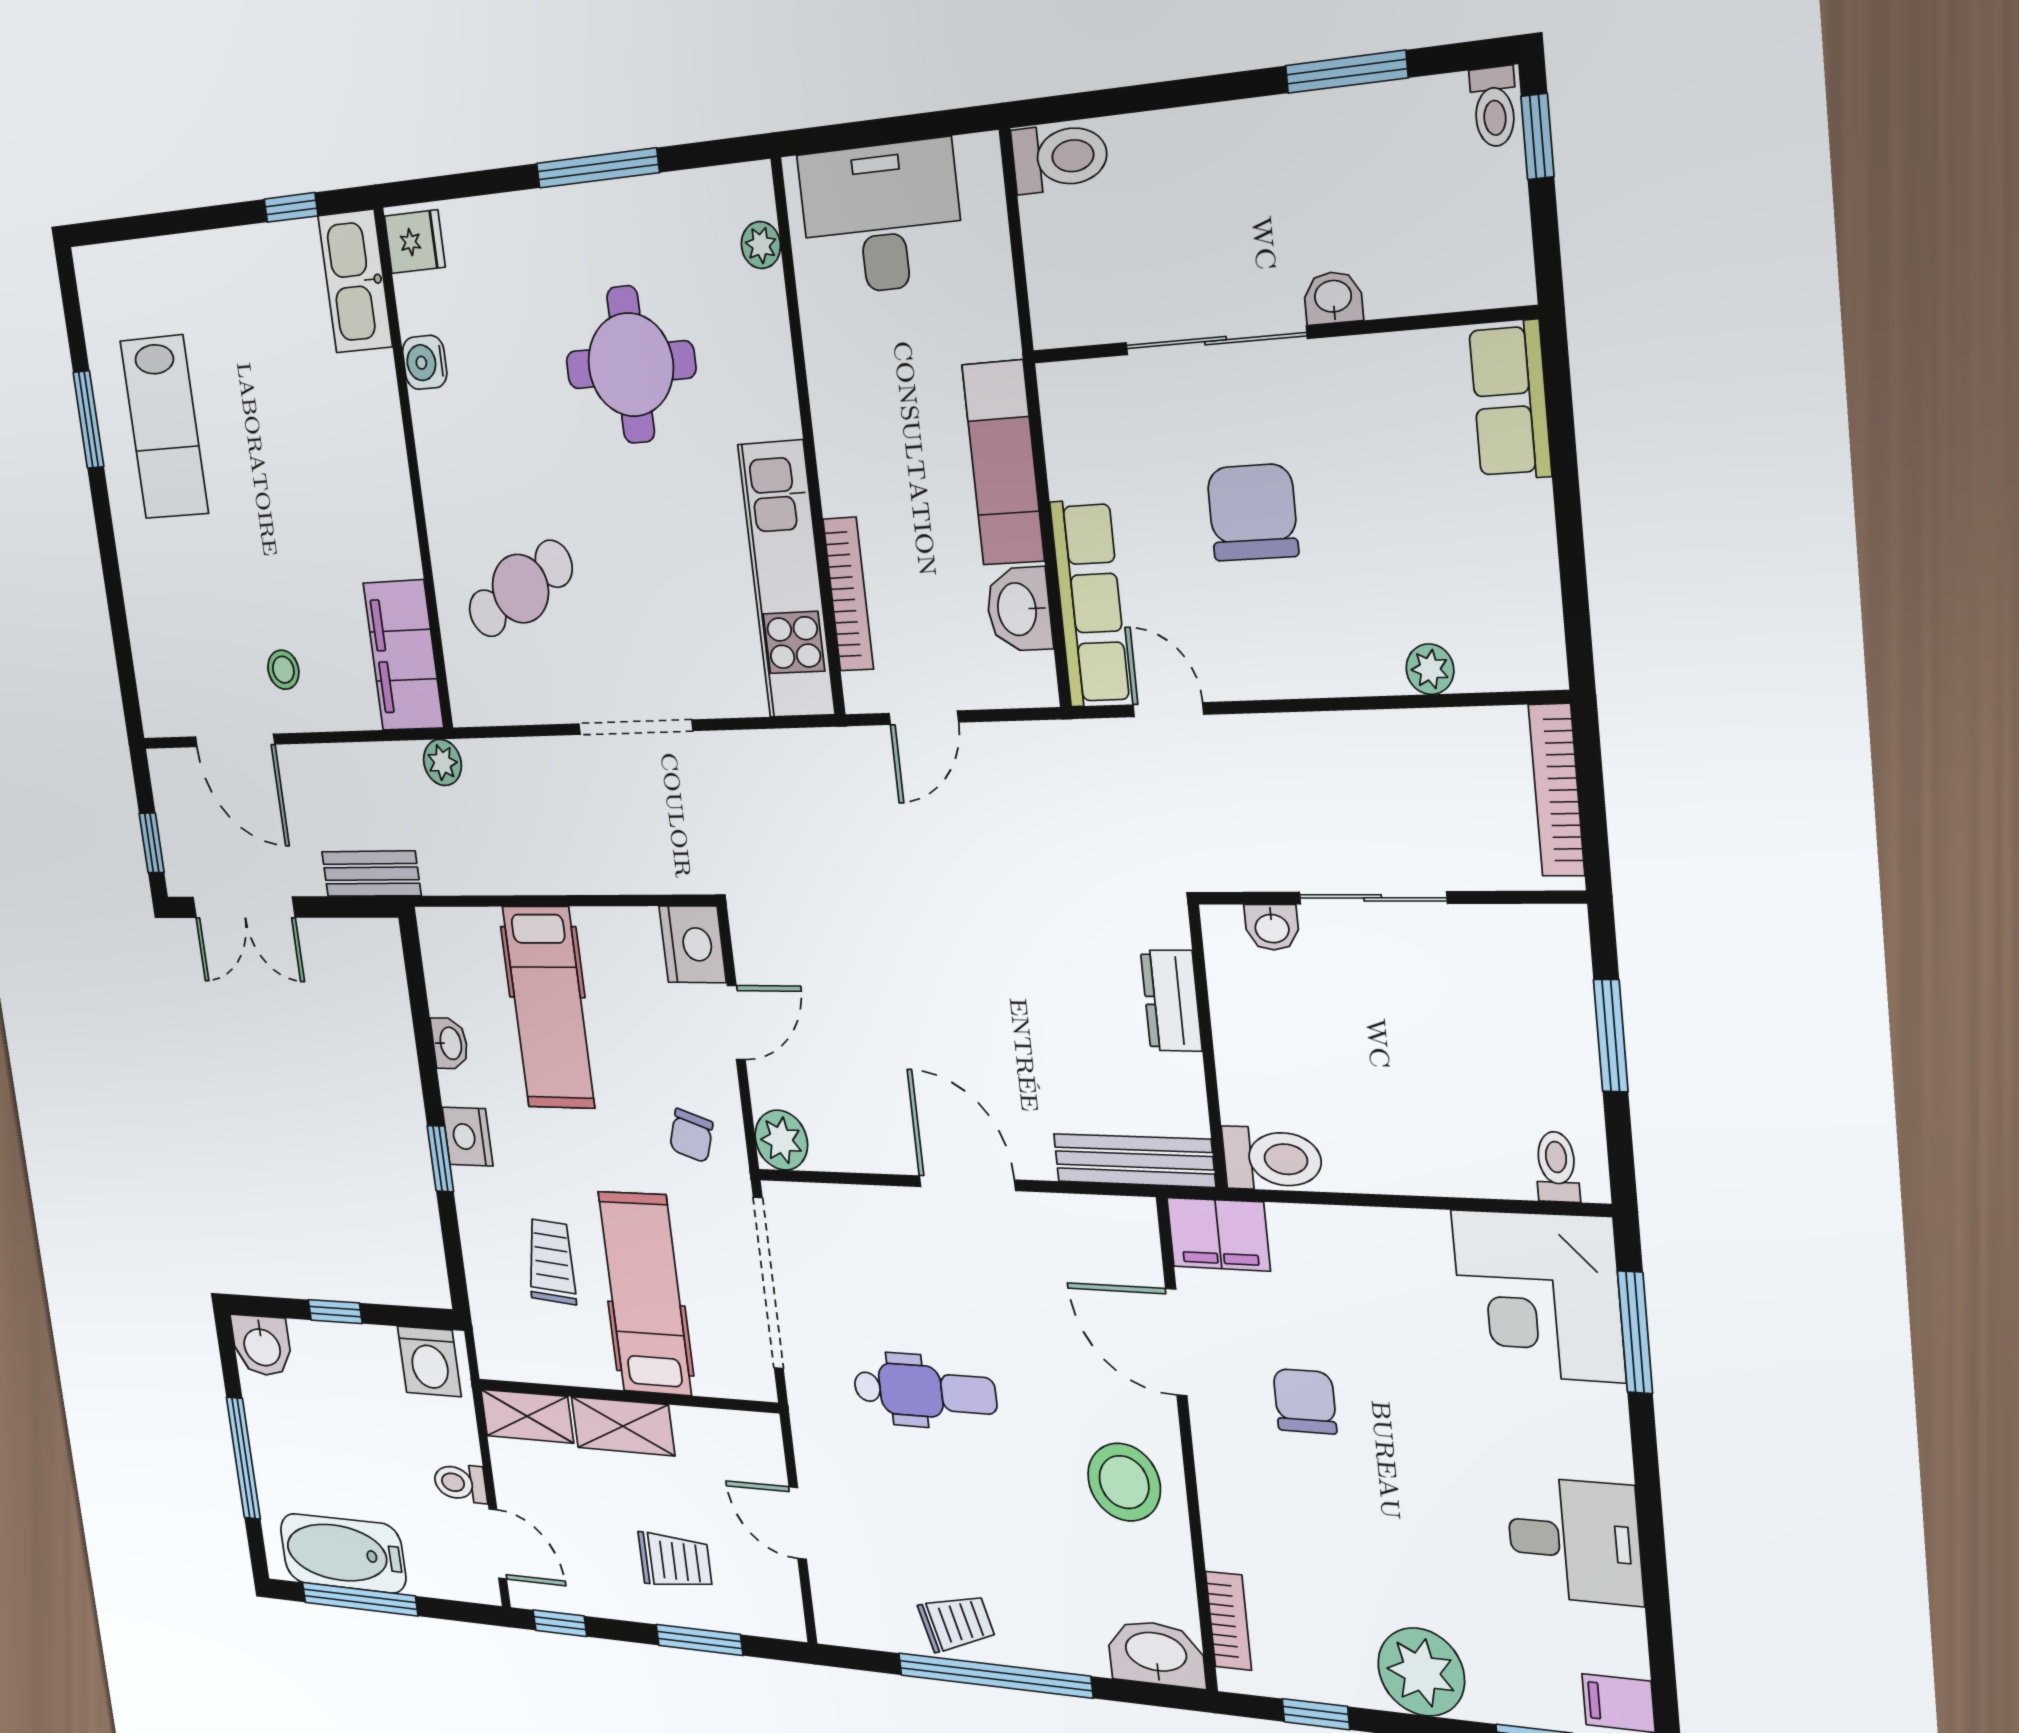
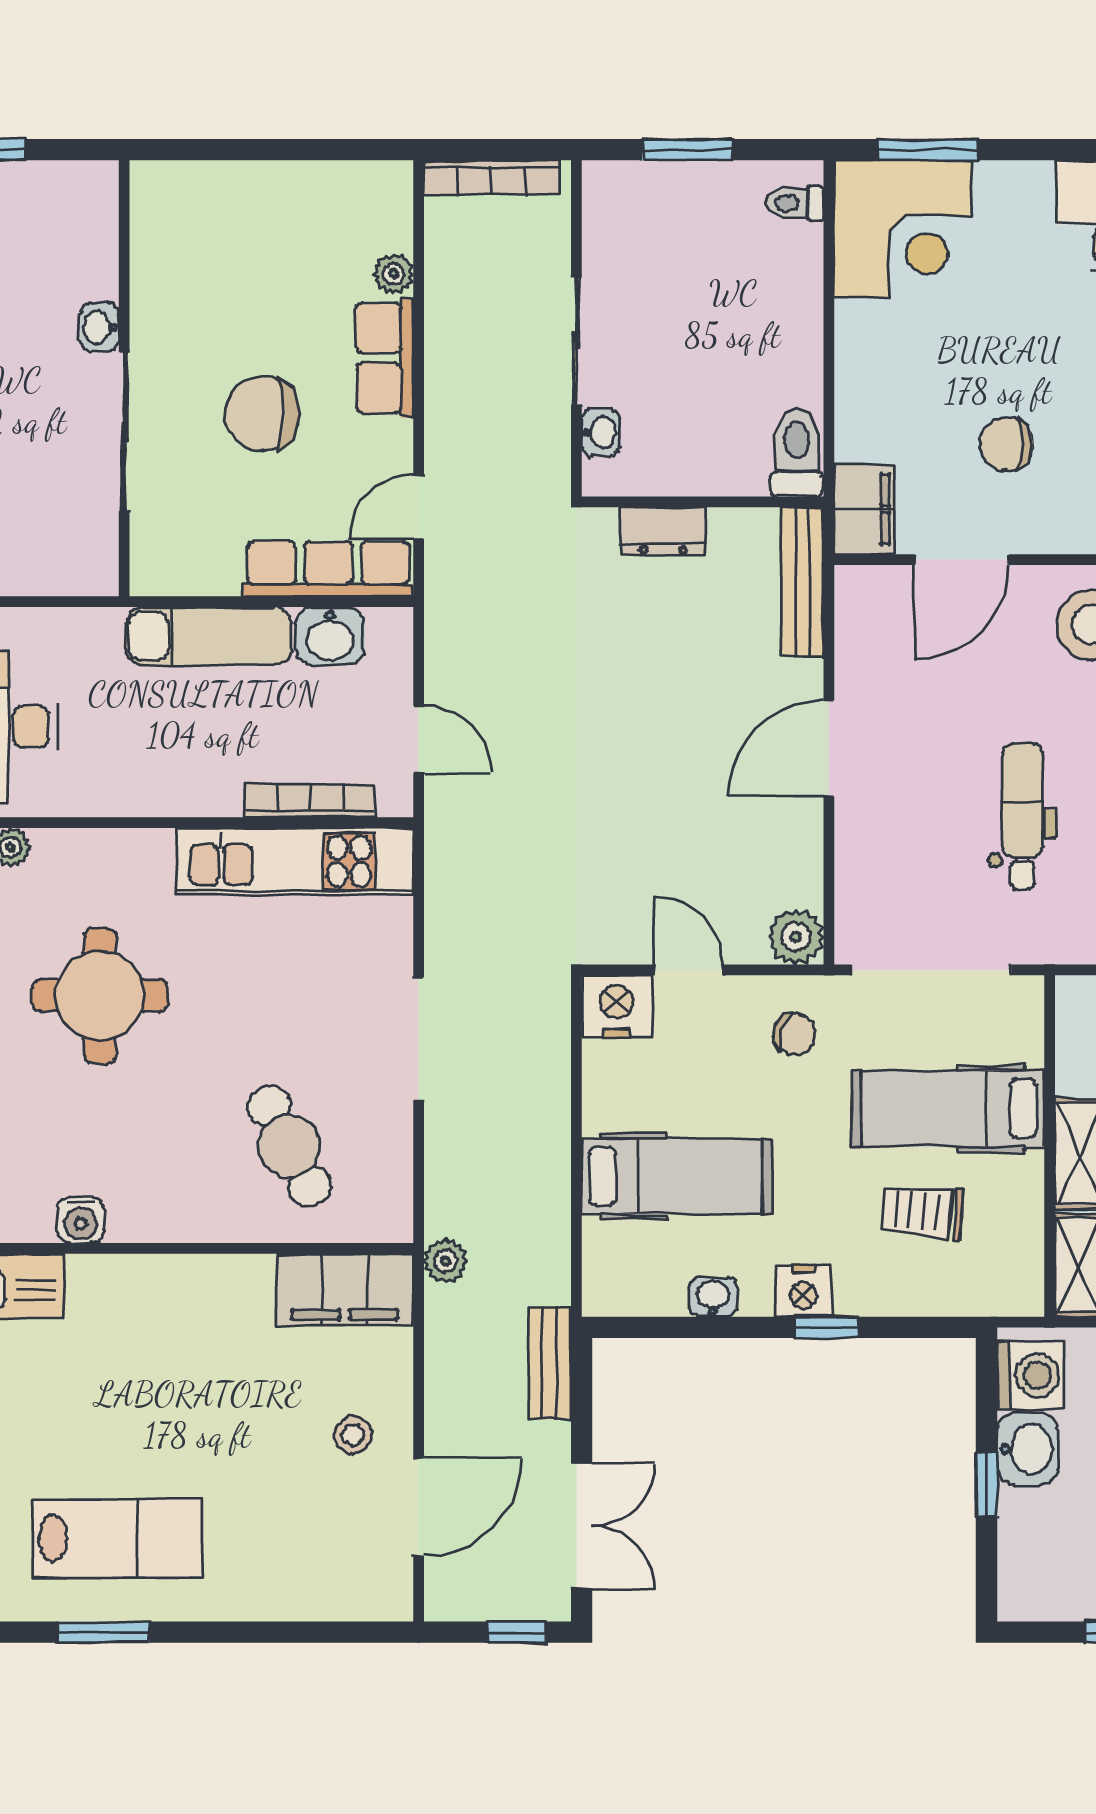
row of seats: (1510, 401) -> (385, 358), moved, turned 90
washbasin: (262, 1346) -> (1028, 1449), moved

